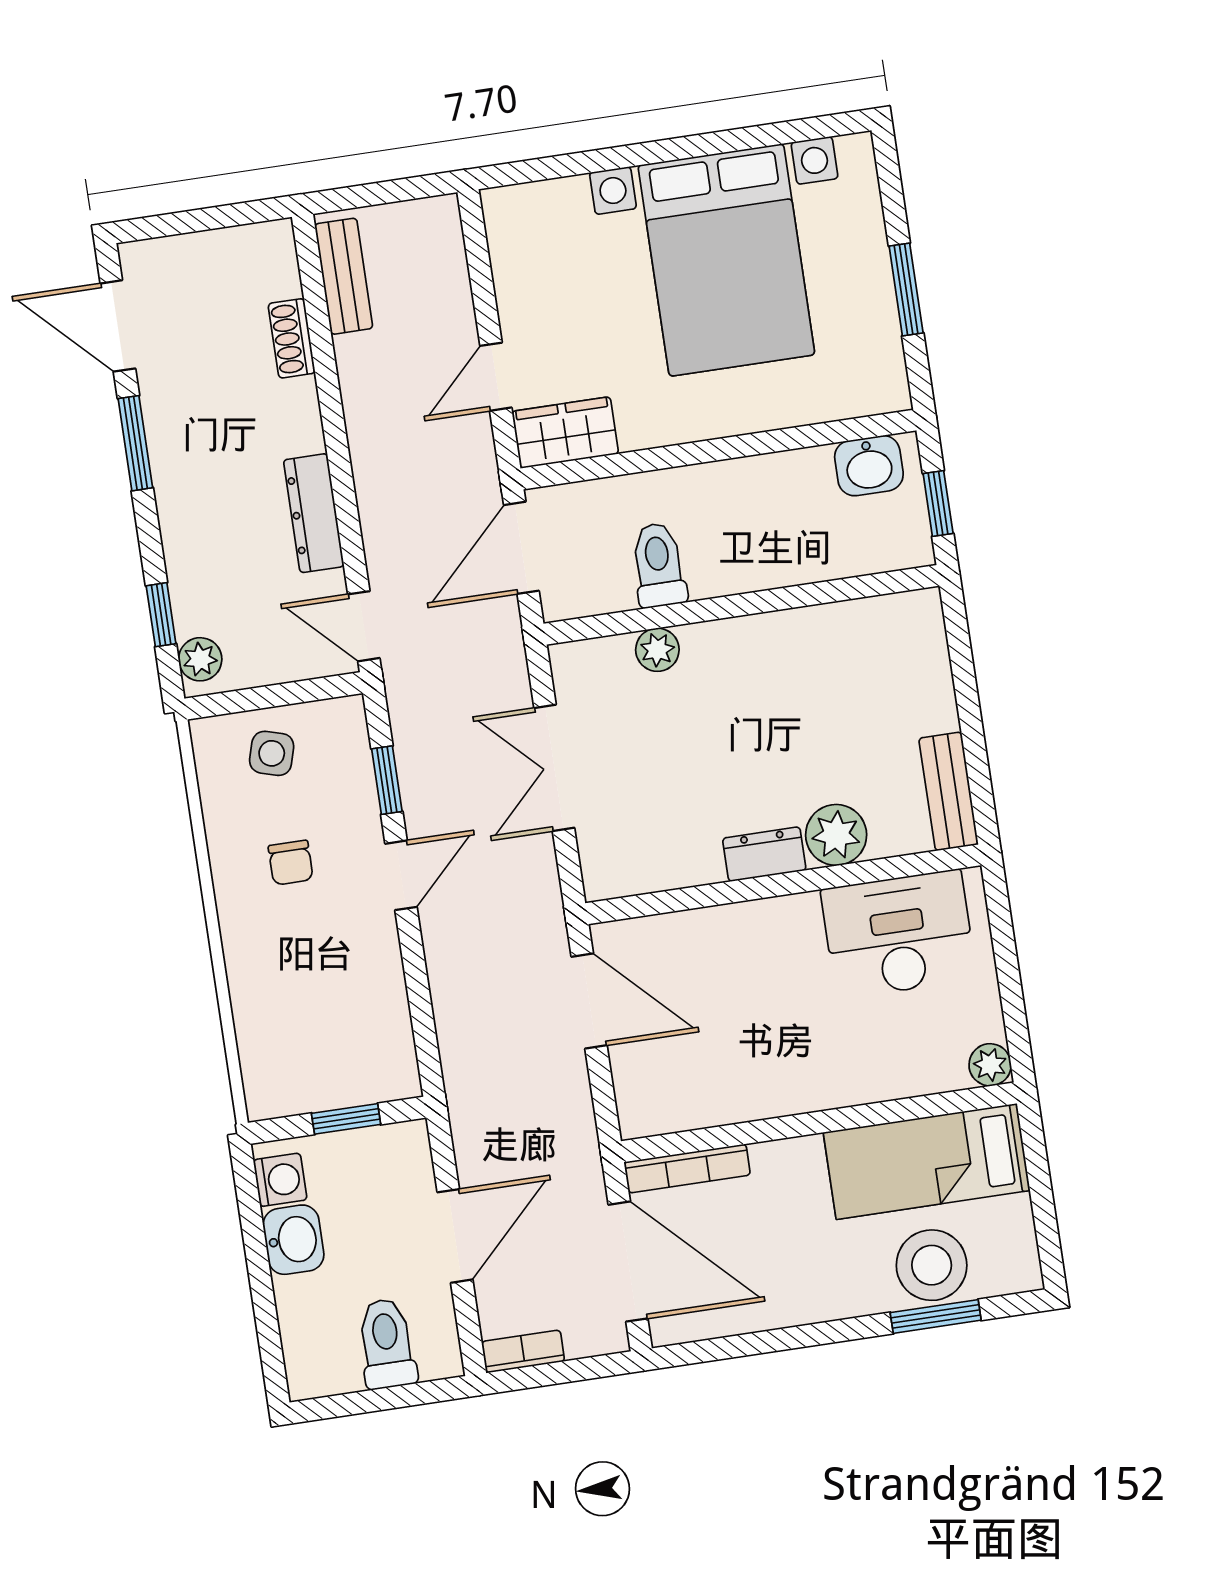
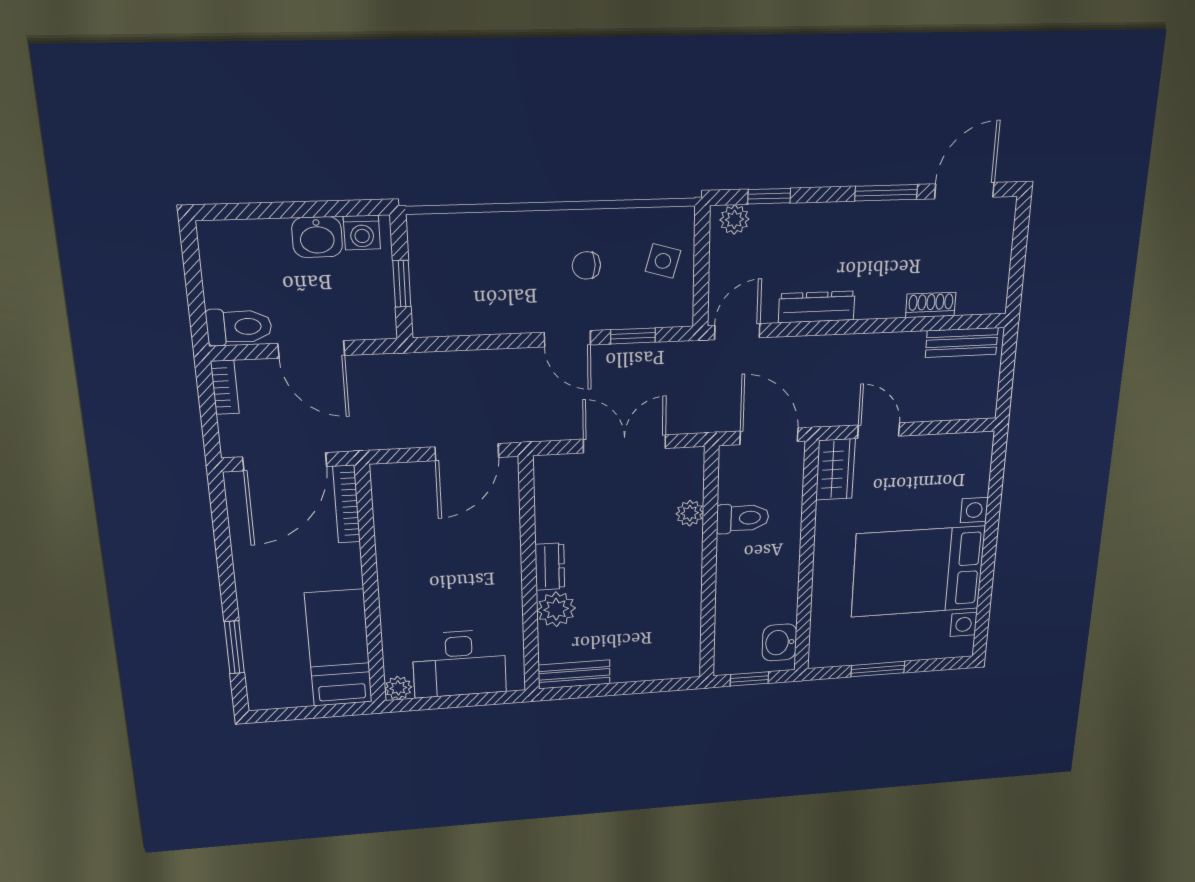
desk: (899, 934) -> (459, 664), moved, turned 90
stool: (932, 1265) -> (269, 647), removed
toilet: (387, 1344) -> (239, 327), moved

